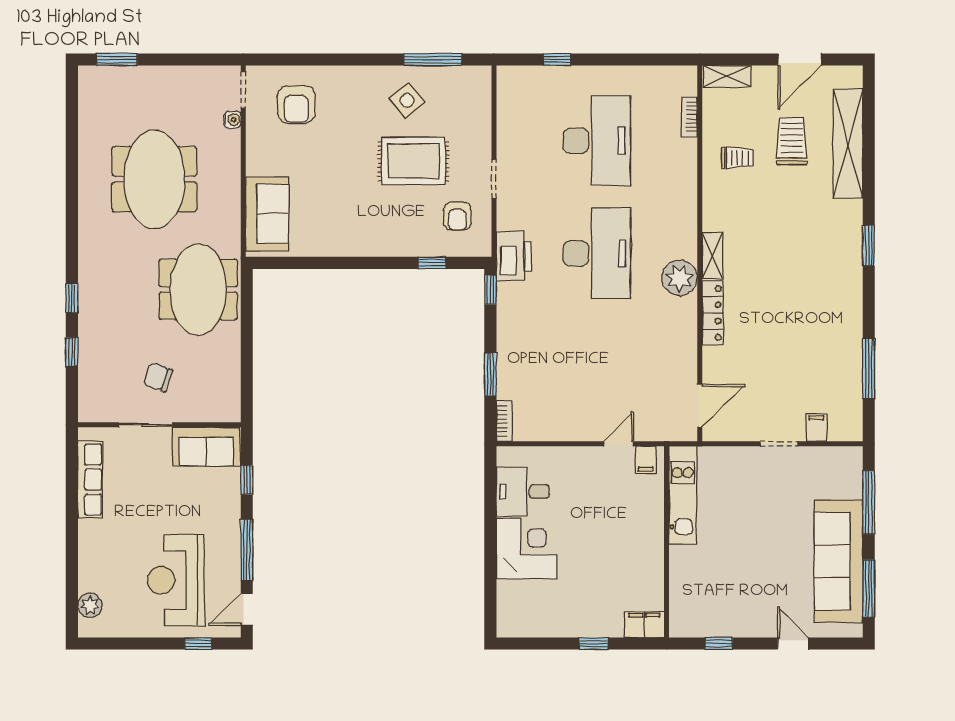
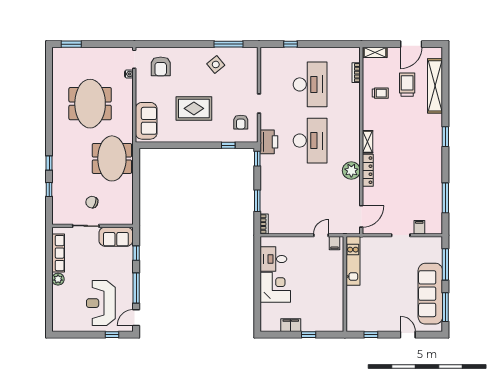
rug: (413, 161) -> (194, 108), moved
plant: (680, 278) -> (351, 171), moved
plant: (90, 605) -> (58, 279), moved
filing cabinet: (644, 624) -> (291, 325), moved

